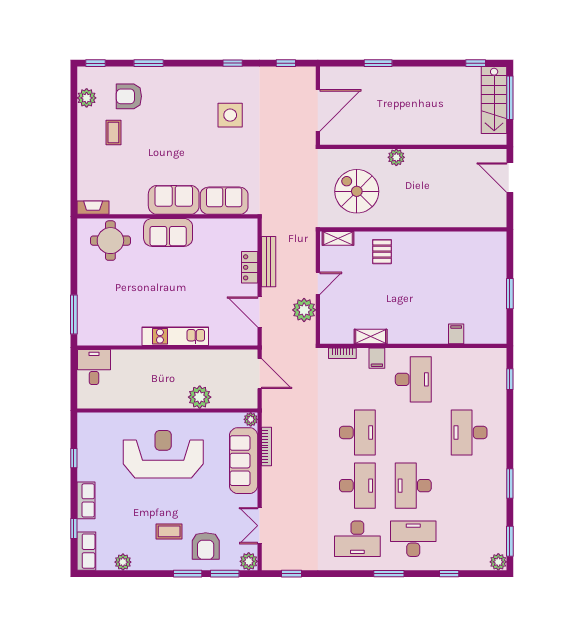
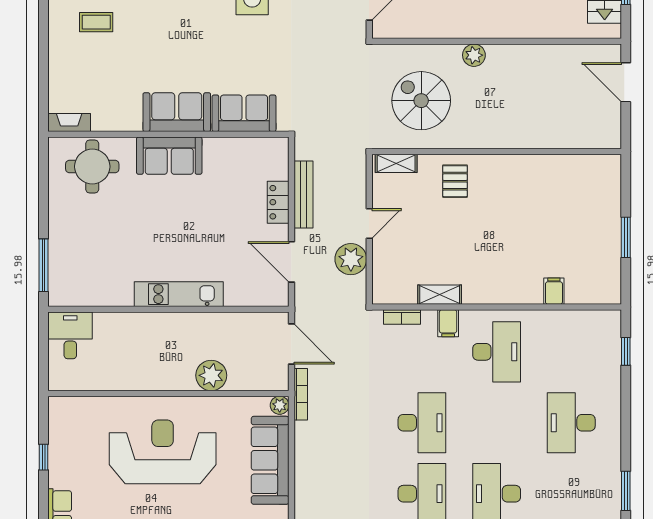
coffee table: (113, 132) -> (96, 22), turned 90
bookcase: (267, 447) -> (301, 394), moved

